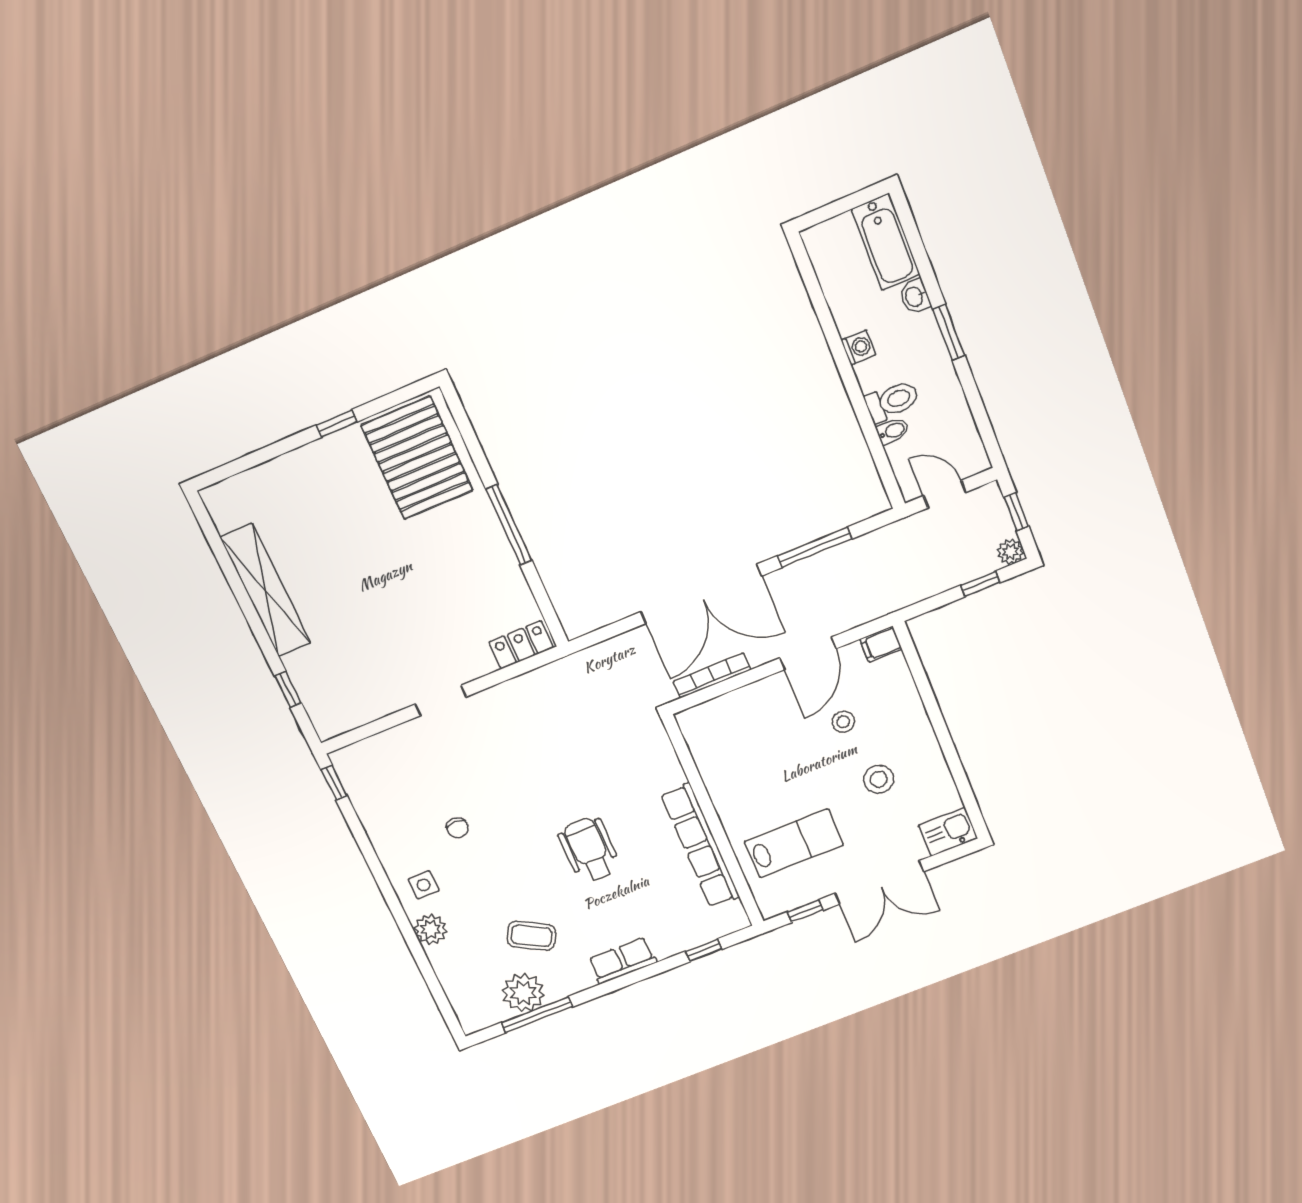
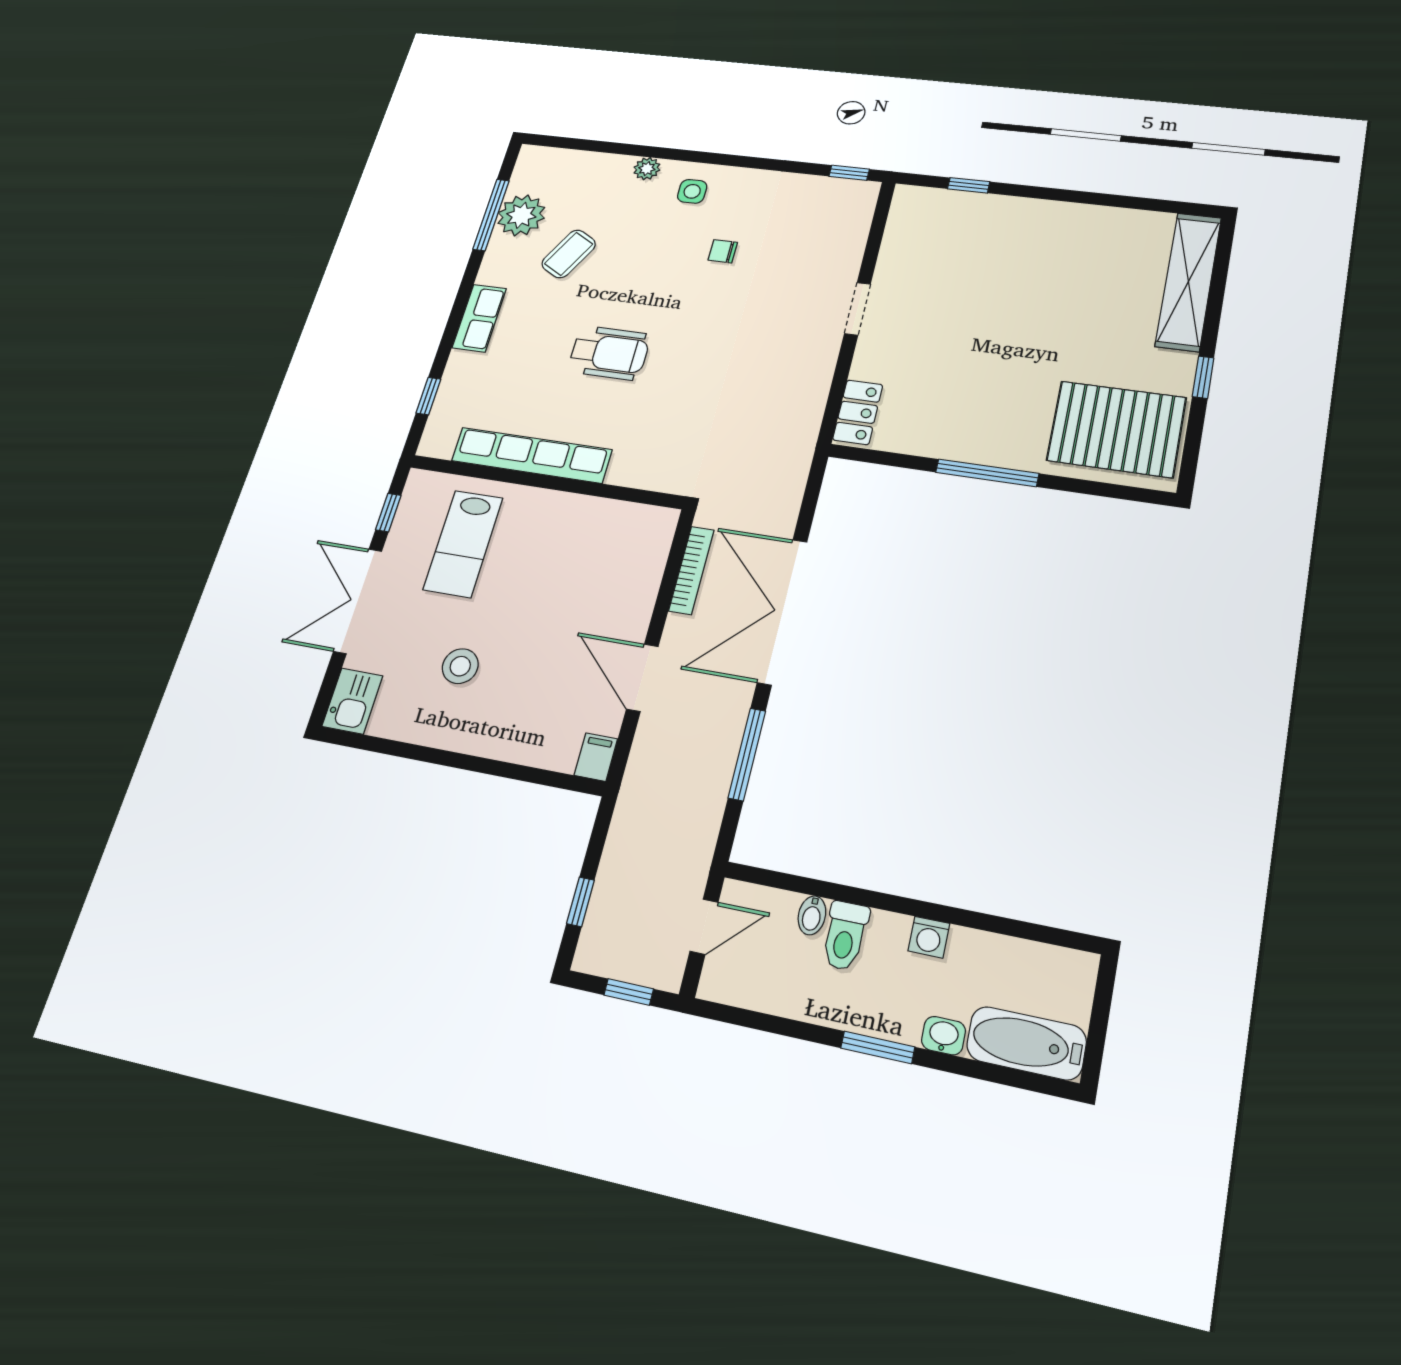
plant: (1010, 552) -> (591, 957), removed
shelving: (265, 590) -> (1188, 281), moved, turned 90
stool: (843, 722) -> (546, 668), removed
plant: (431, 929) -> (647, 169), width x0.73, depth x0.73

